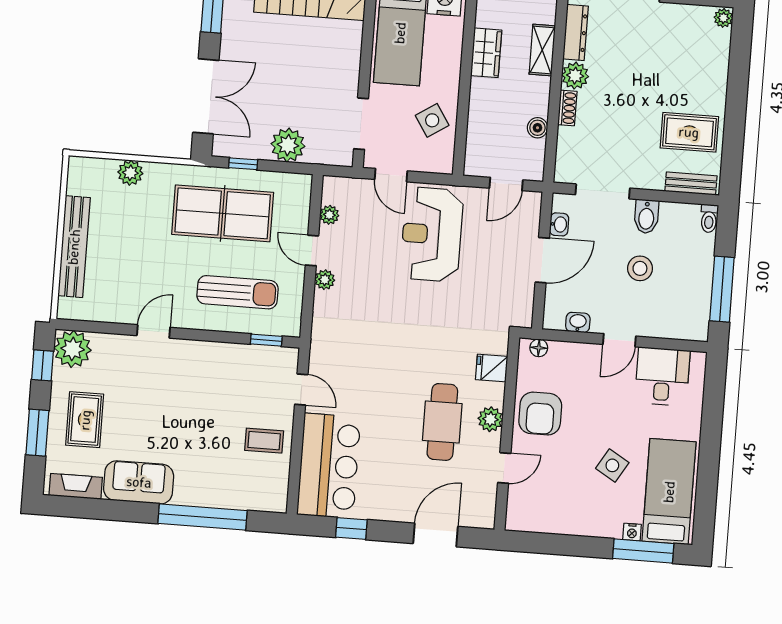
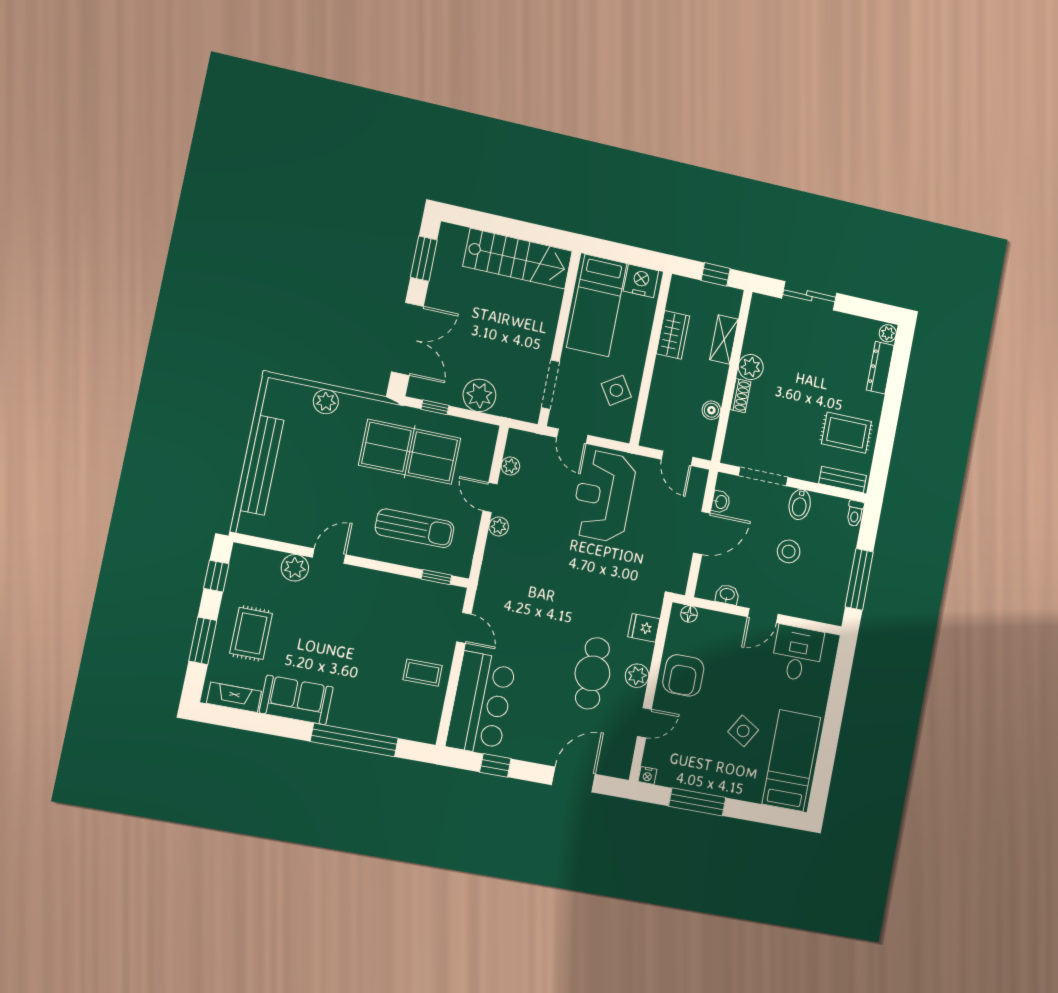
dresser: (575, 33) -> (880, 368), moved, turned 180
door: (506, 184) -> (677, 458), hinge flipped
plant: (73, 349) -> (295, 568), moved, width x0.73, depth x0.73
nightstand: (632, 532) -> (647, 775), moved
window: (643, 551) -> (697, 802), moved

